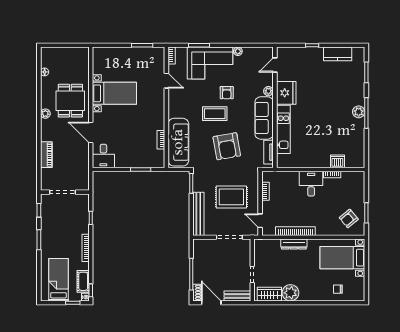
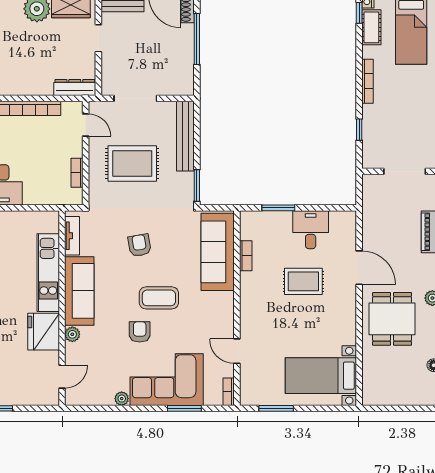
bed with nightstands: (114, 93) -> (321, 376), moved
rug: (125, 124) -> (303, 281), added
armchair: (227, 146) -> (140, 245), width x0.53, depth x0.53
desk: (103, 156) -> (311, 230), moved
dresser: (294, 244) -> (75, 88), moved

